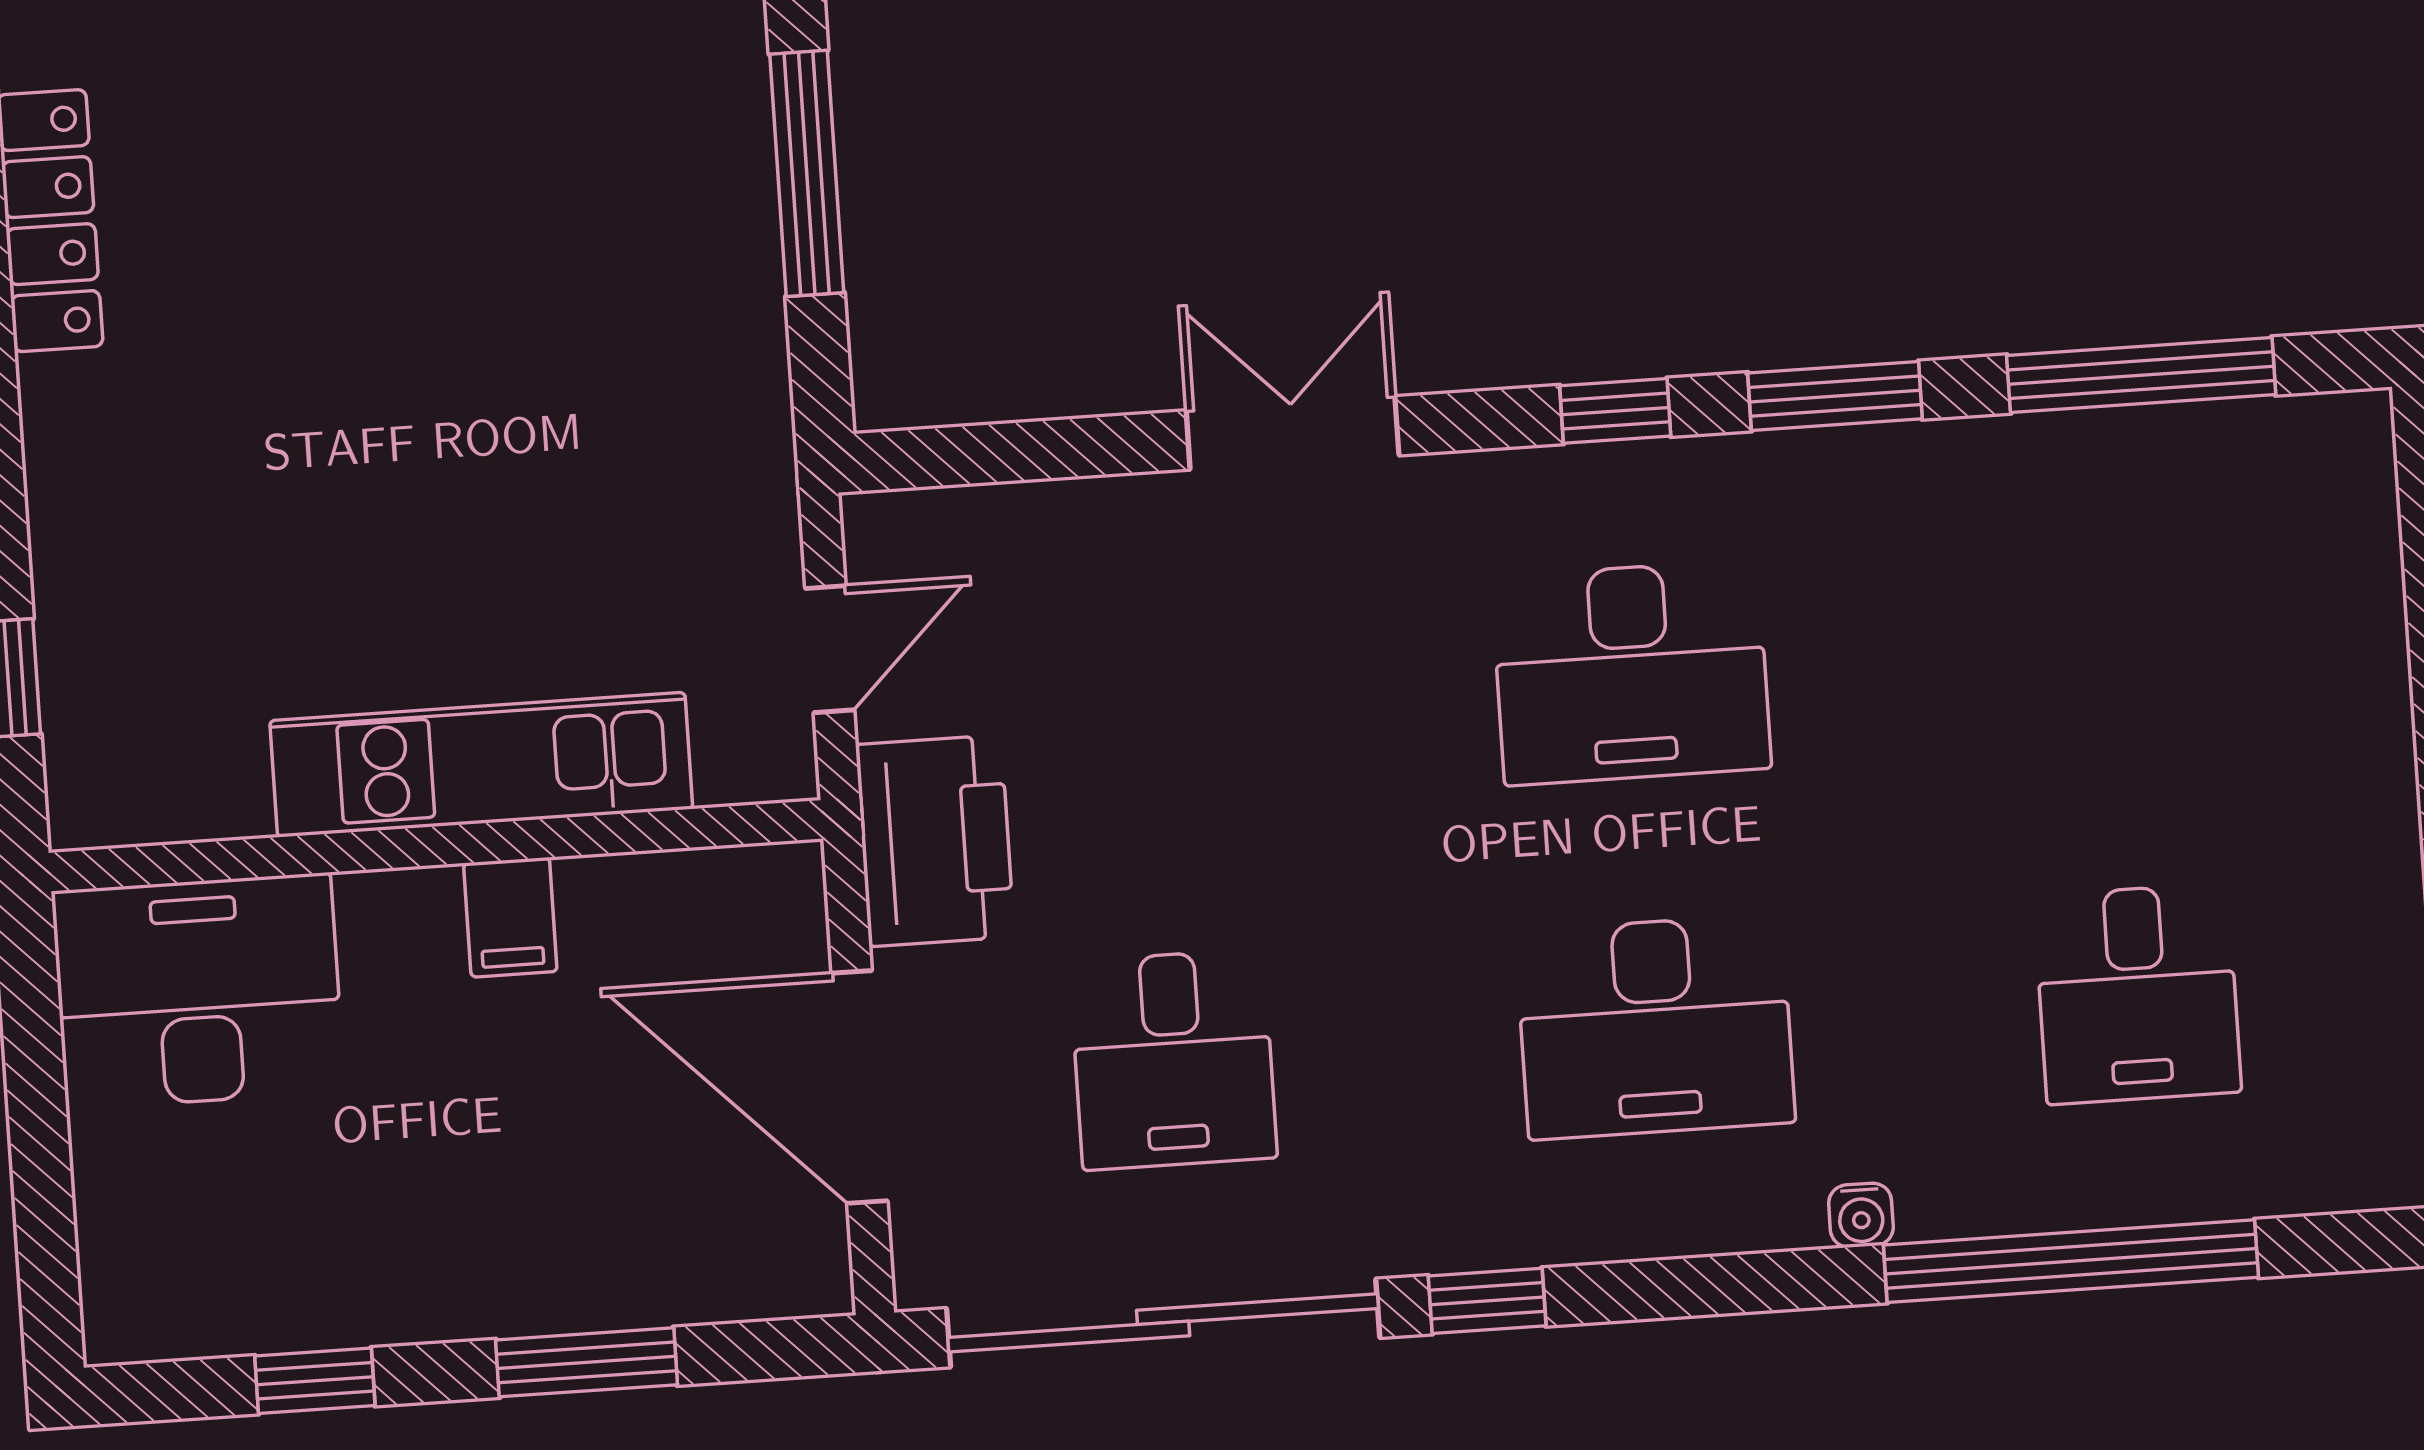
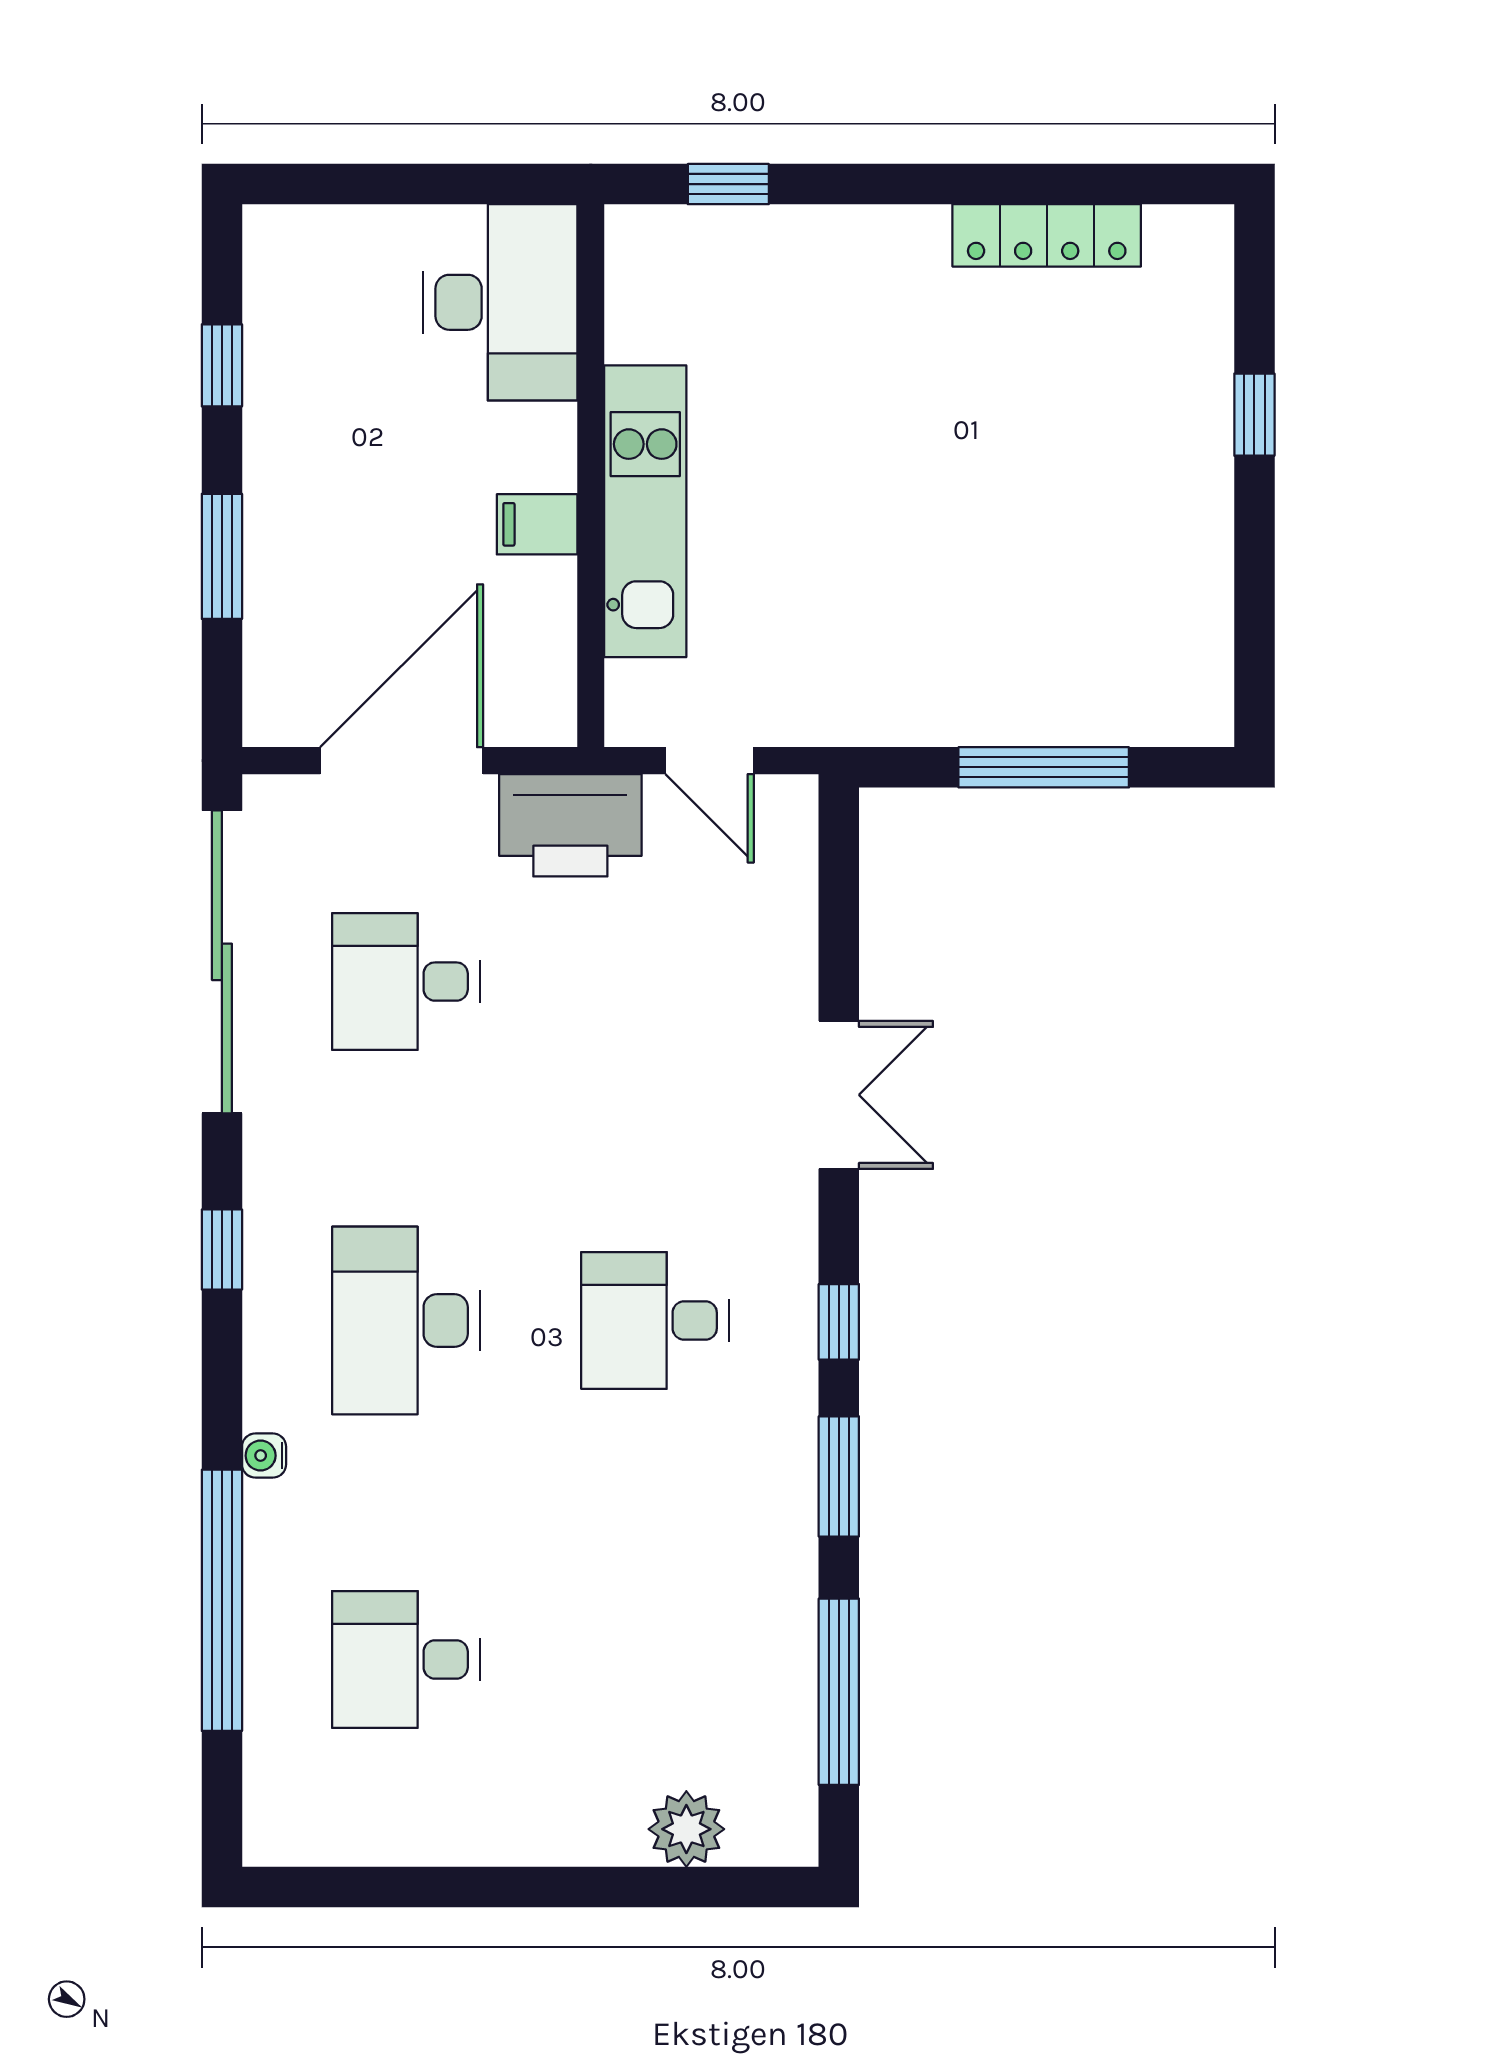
plant: (2351, 578) -> (686, 1829), added
desk: (1631, 673) -> (655, 1321), width x0.73
window: (1487, 1301) -> (222, 1249), moved

